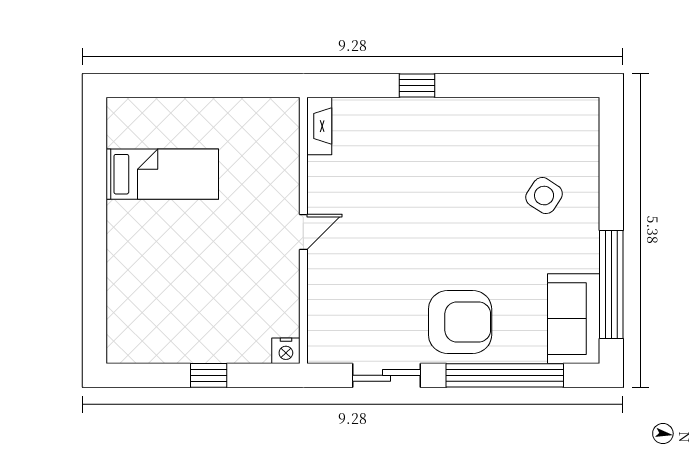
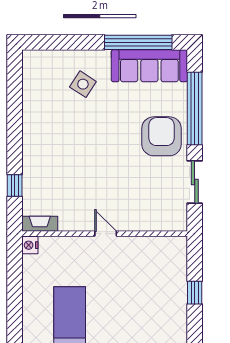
window: (417, 86) -> (15, 185), moved
sofa: (574, 319) -> (149, 66), width x1.36
nightstand: (286, 351) -> (30, 245), moved, turned 180

